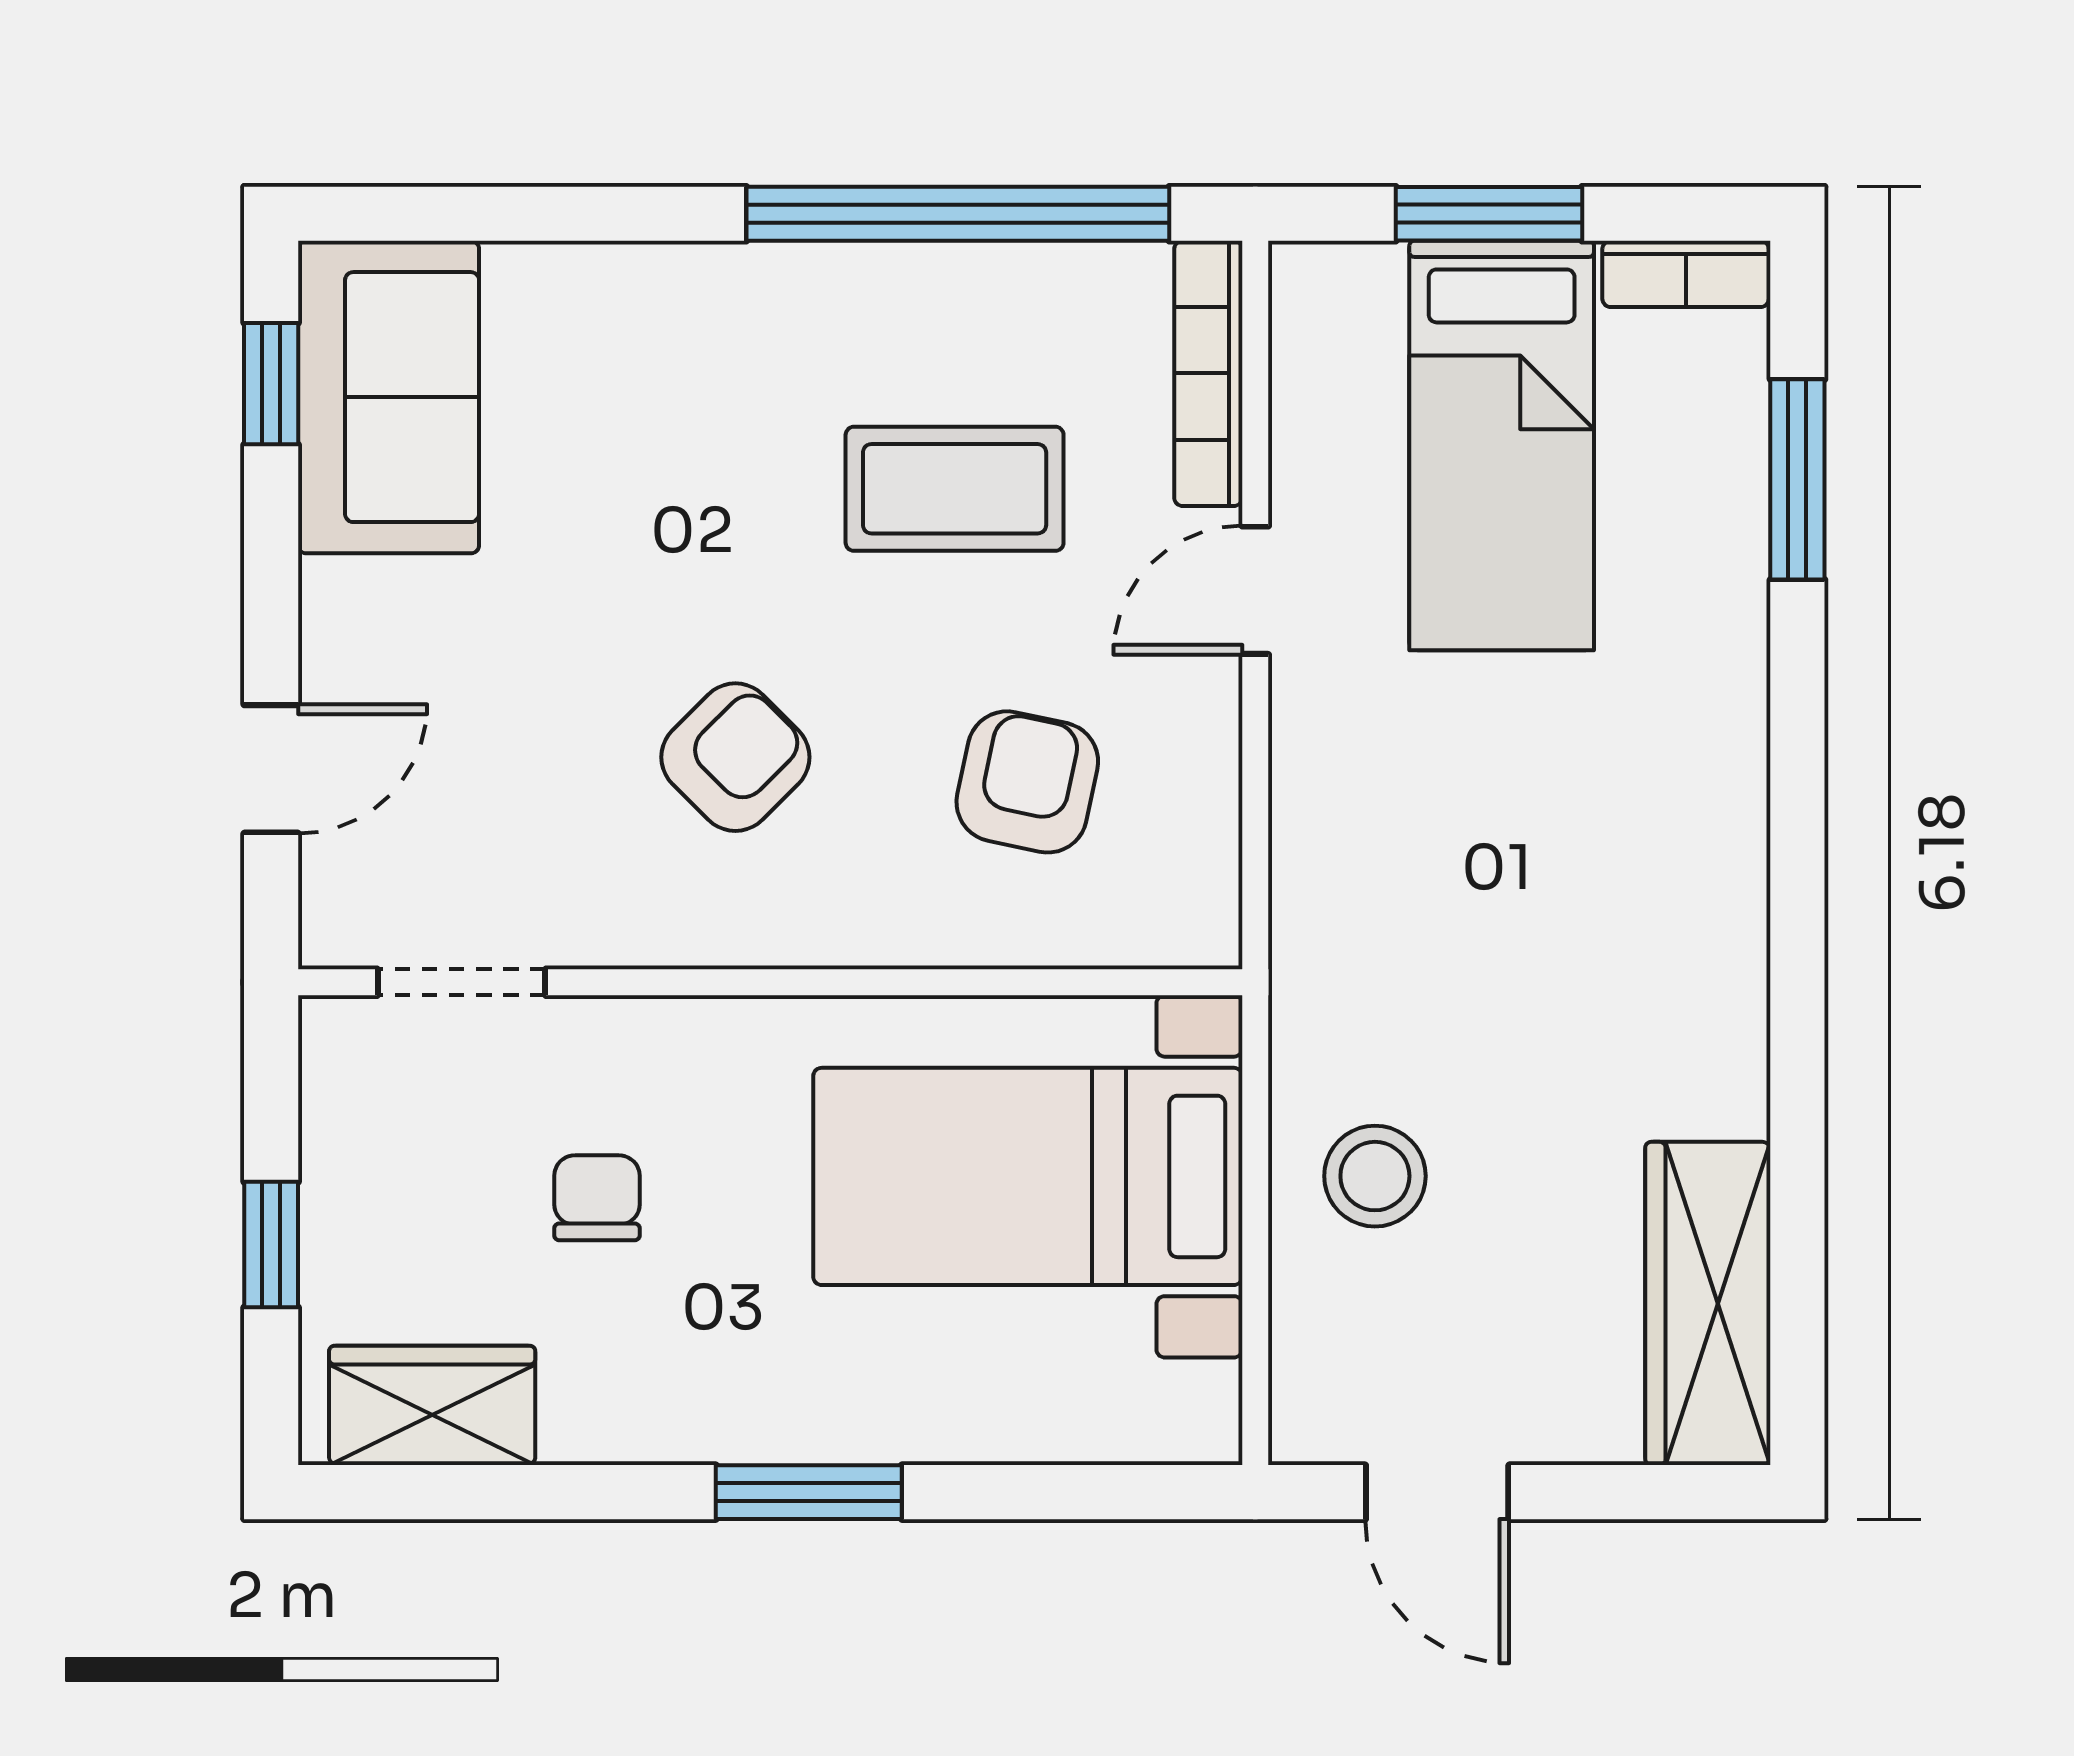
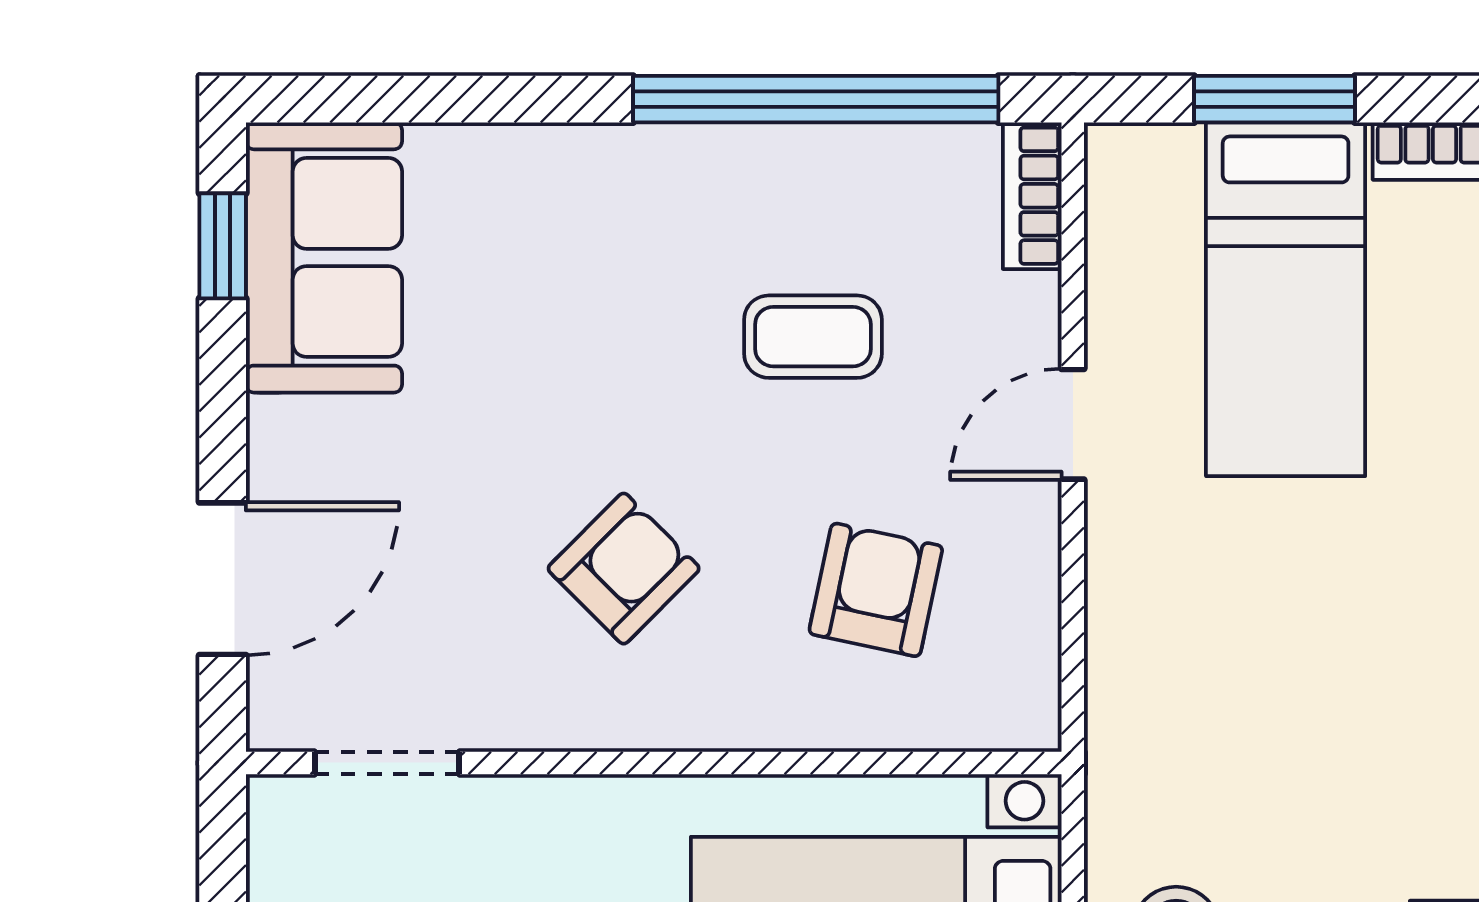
bookcase: (1208, 373) -> (1032, 196), width x0.64
coffee table: (955, 489) -> (813, 337), width x0.73, depth x0.77
door: (271, 769) -> (223, 579), width x1.38

